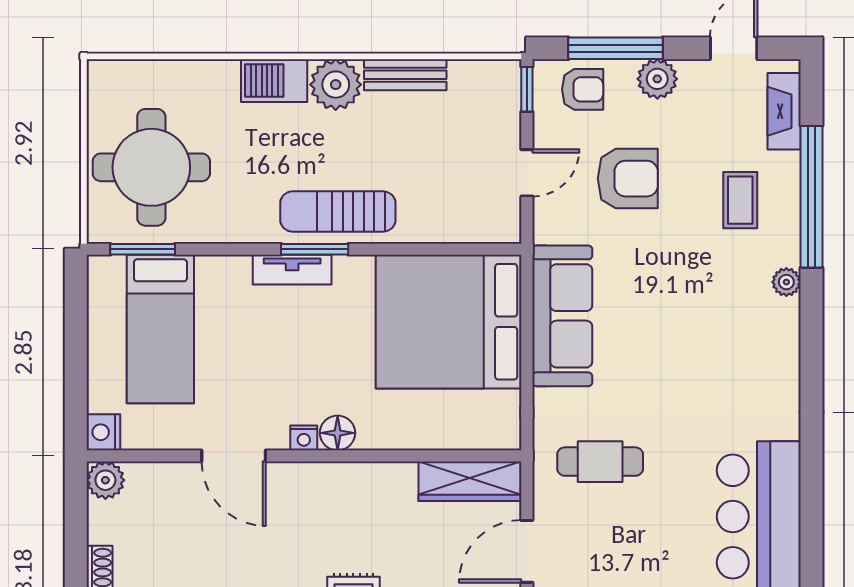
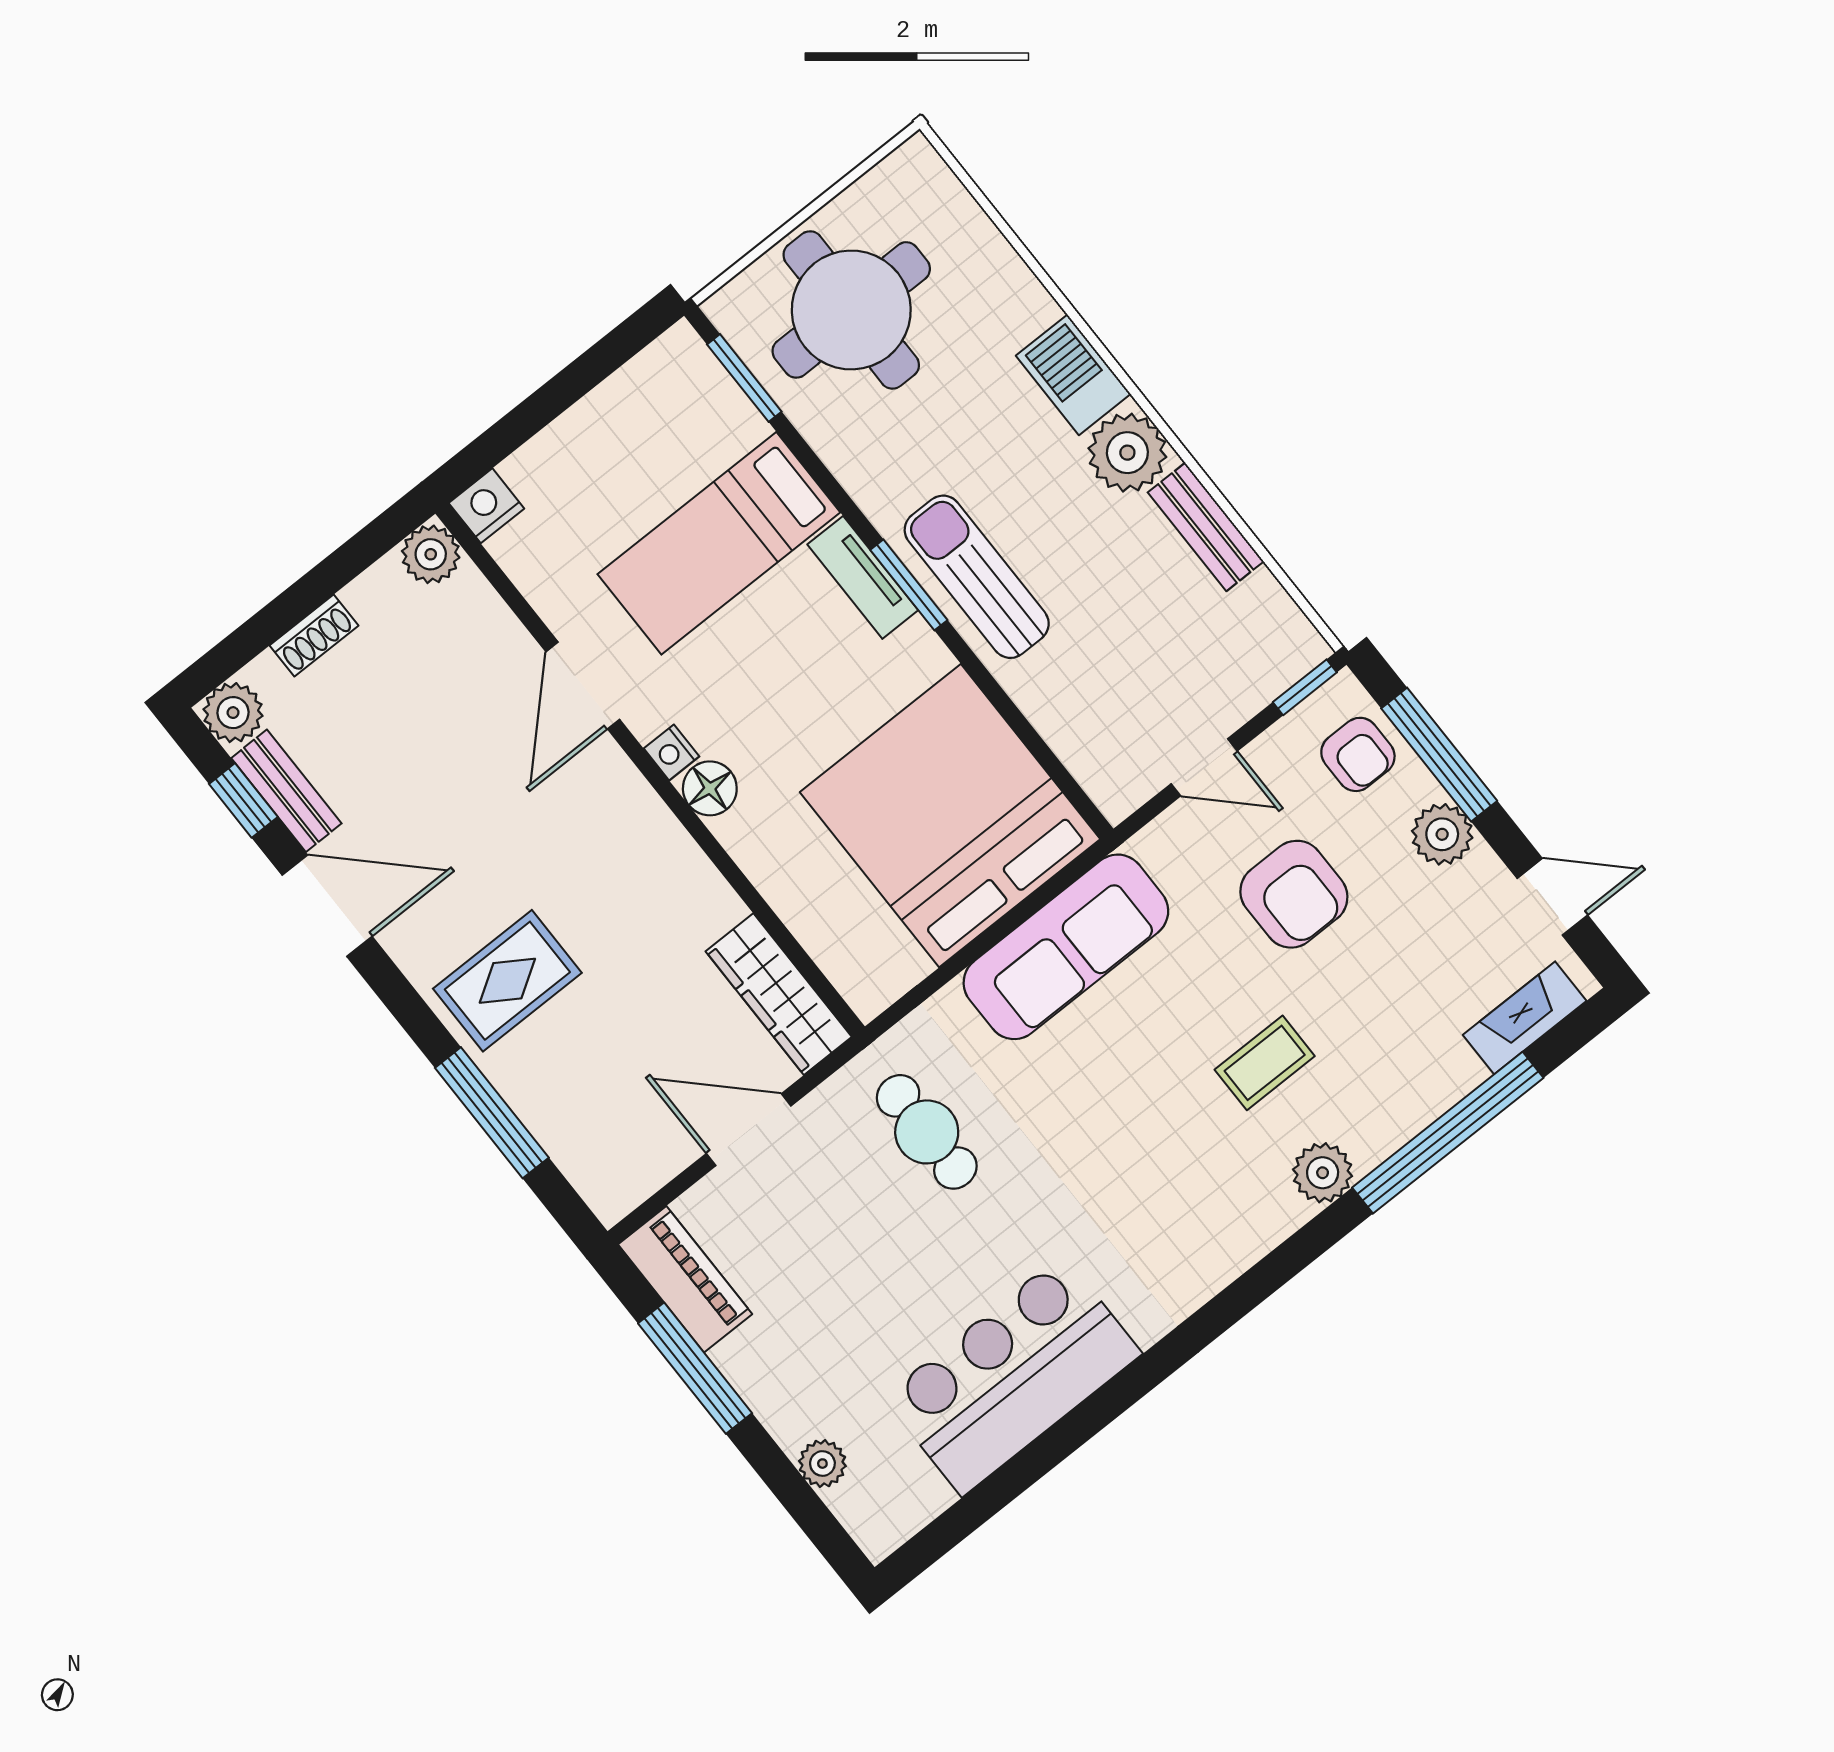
coffee table: (740, 200) -> (1265, 1063), moved
plant: (786, 282) -> (1323, 1173), width x1.38, depth x1.38
bed: (160, 329) -> (719, 543), moved

